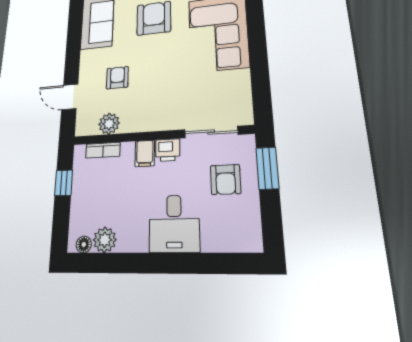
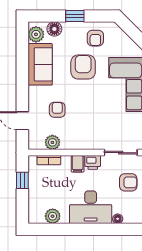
armchair: (226, 179) -> (128, 182), turned -90
desk: (174, 224) -> (91, 207), width x1.37
floor lamp: (84, 244) -> (118, 219), moved

